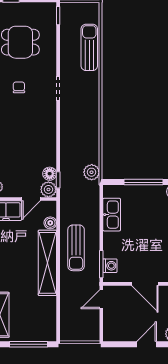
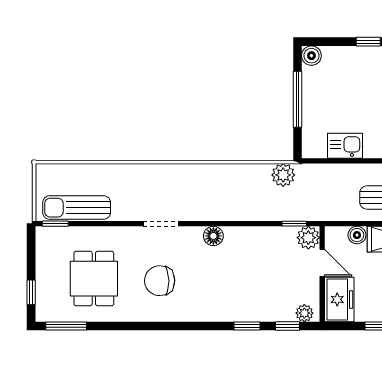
sun lounger: (89, 47) -> (77, 208), moved
chair: (19, 87) -> (160, 281), width x1.87, depth x1.87
floor lamp: (50, 174) -> (213, 236), moved
kitchen sink: (112, 215) -> (345, 146), width x0.73

